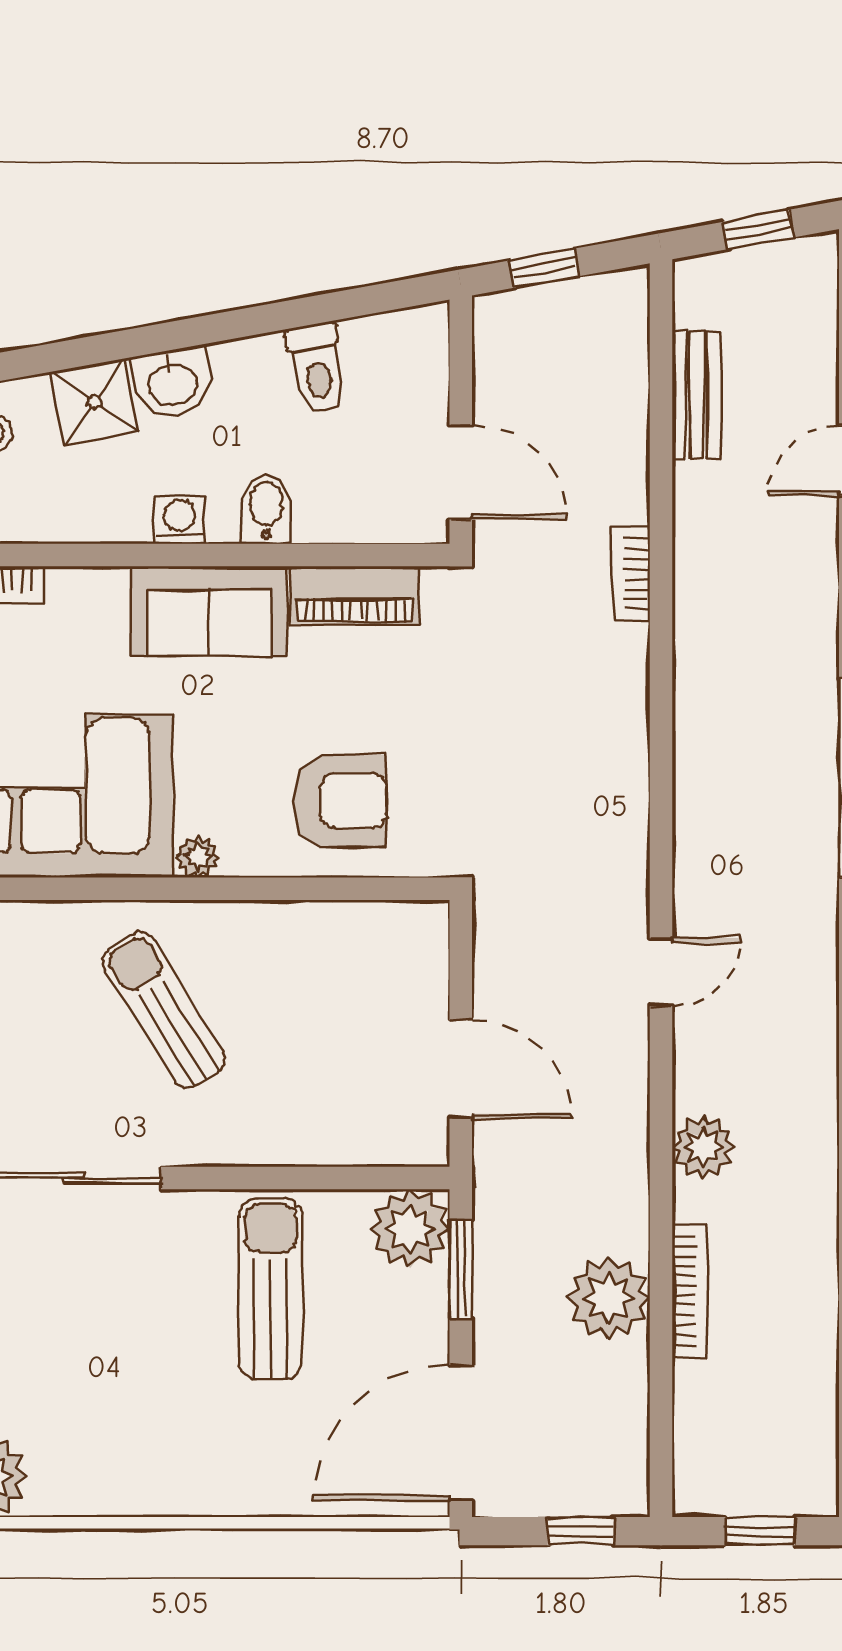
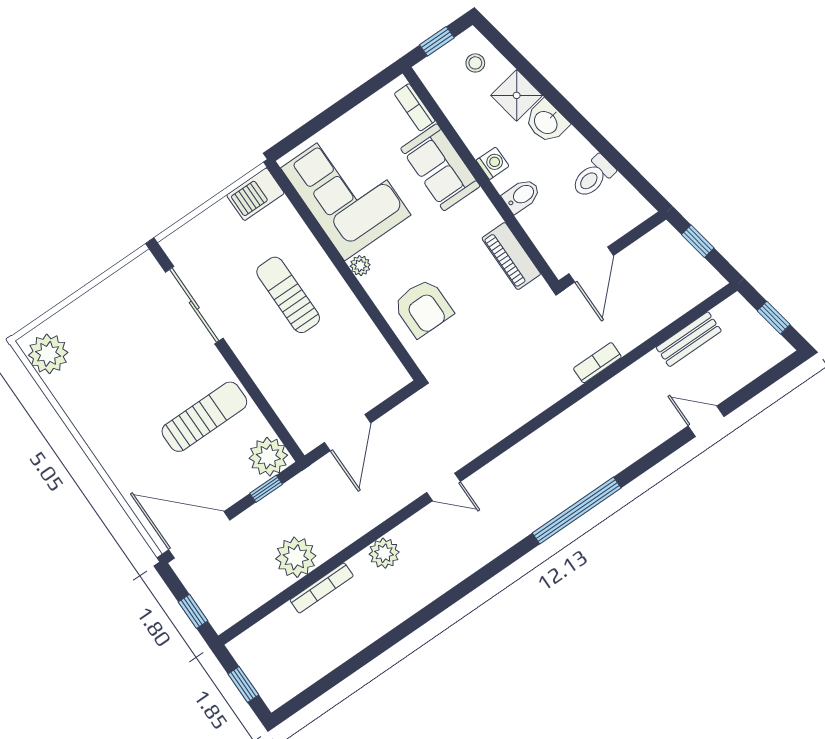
sofa: (209, 611) -> (440, 167), moved
sun lounger: (164, 1010) -> (288, 295), turned -58
window: (461, 1269) -> (266, 489), width x0.67

